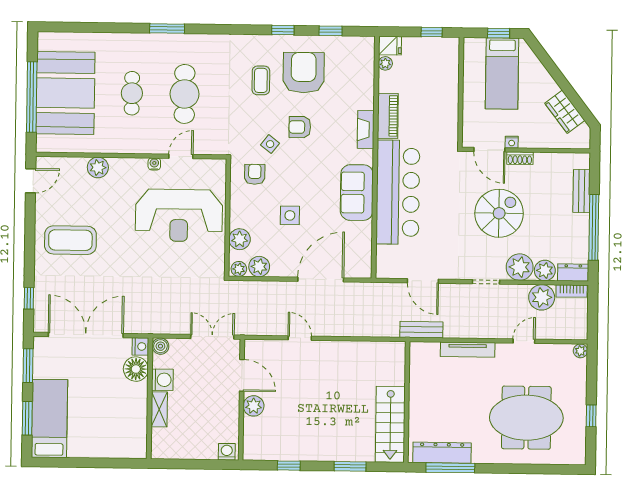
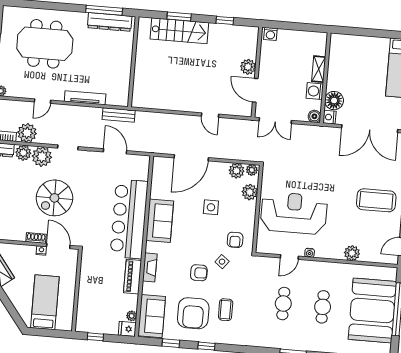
window: (499, 33) -> (45, 333), removed
sofa: (359, 65) -> (152, 316), added
cafe table: (185, 94) -> (283, 304), width x0.73, depth x0.74
stairs: (390, 424) -> (179, 31), moved, turned 90

